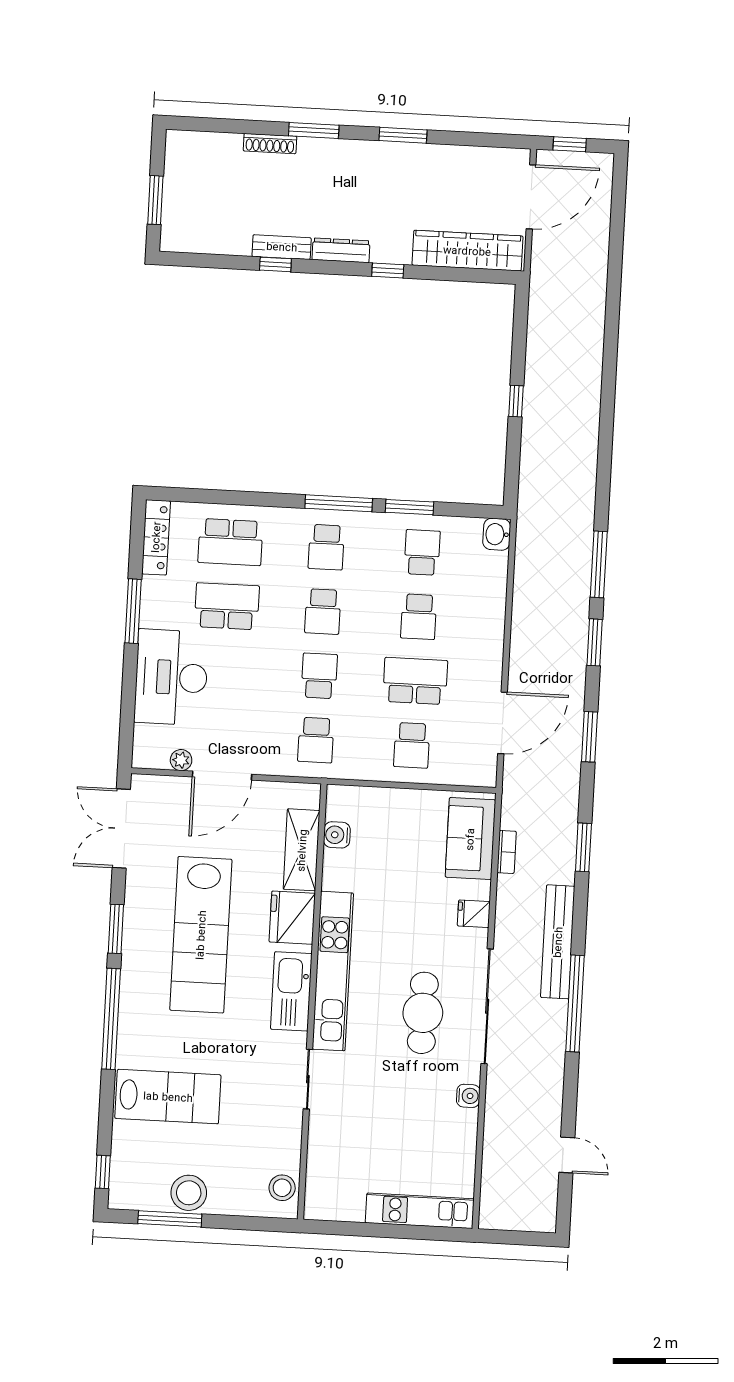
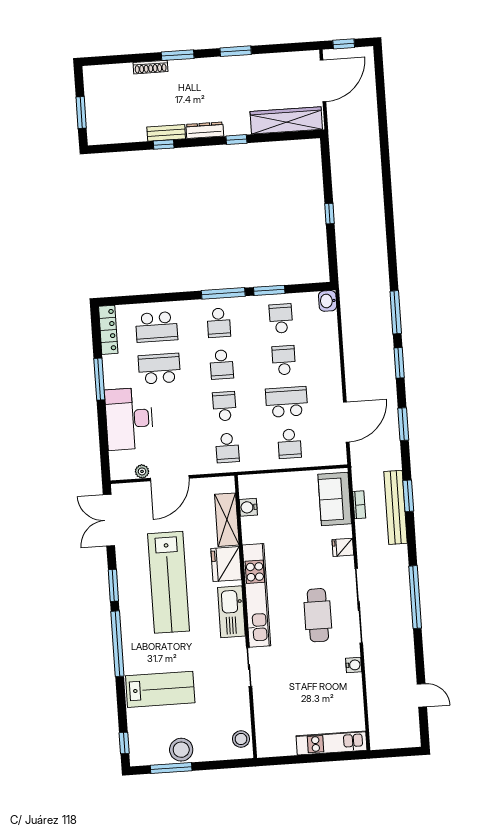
school desk: (419, 617) -> (284, 360), turned 180
bench: (558, 942) -> (396, 507), moved

